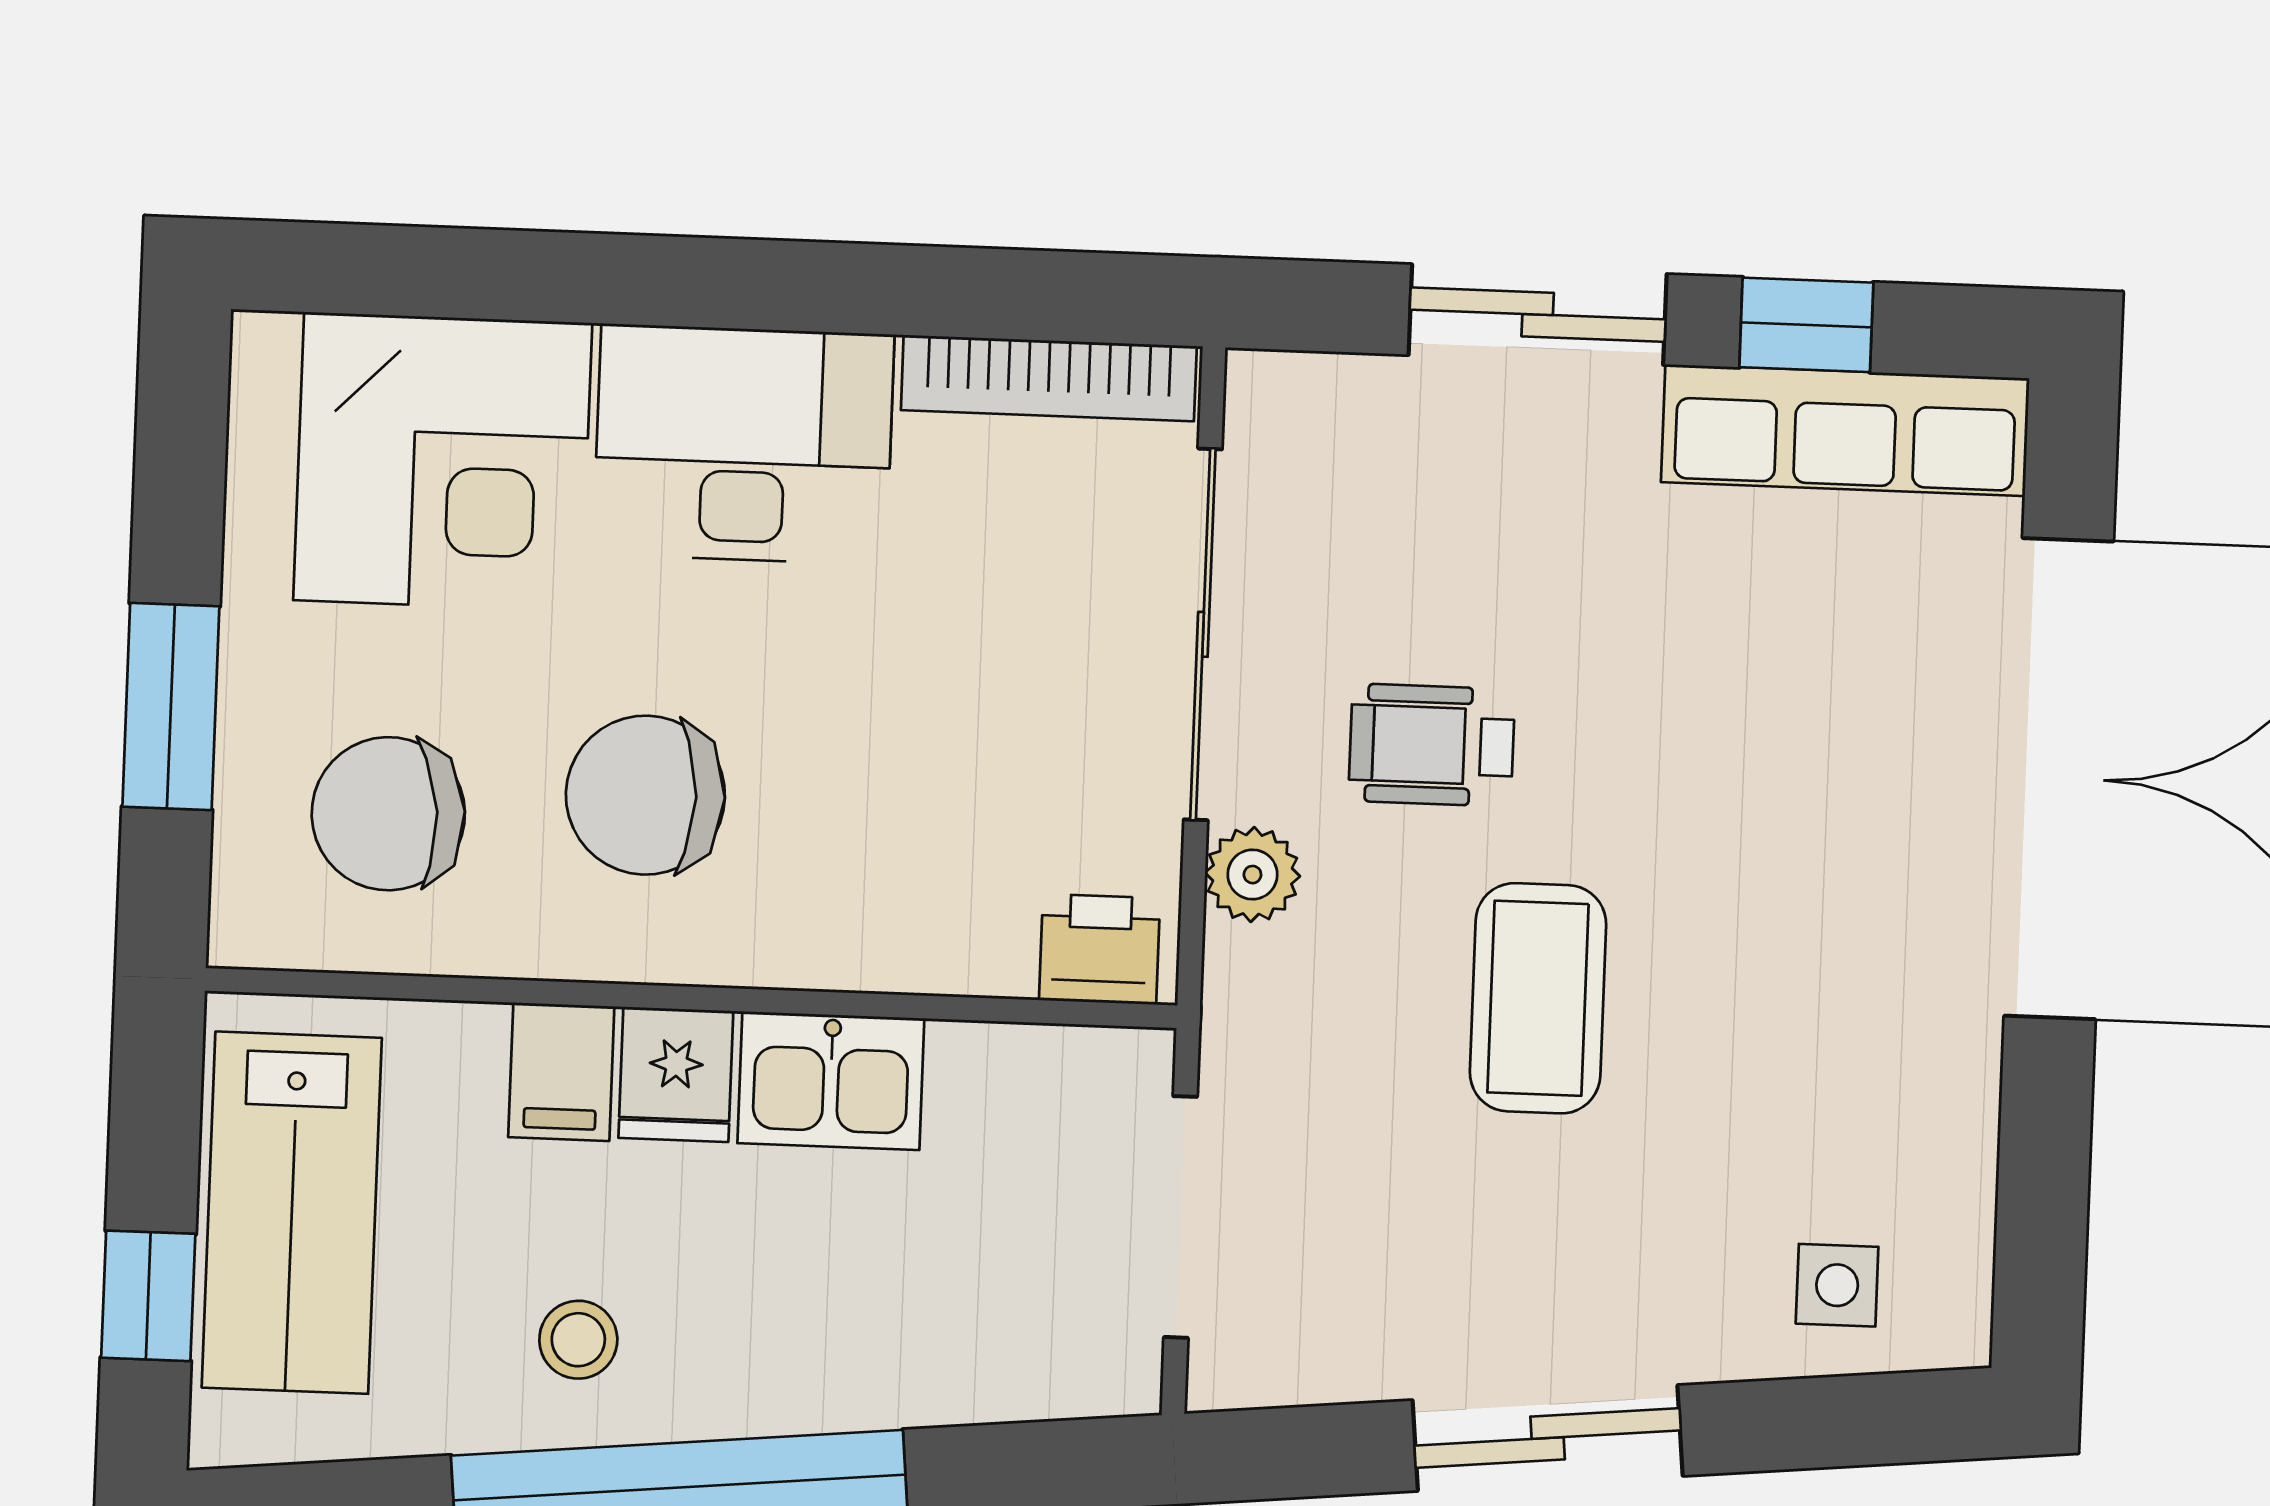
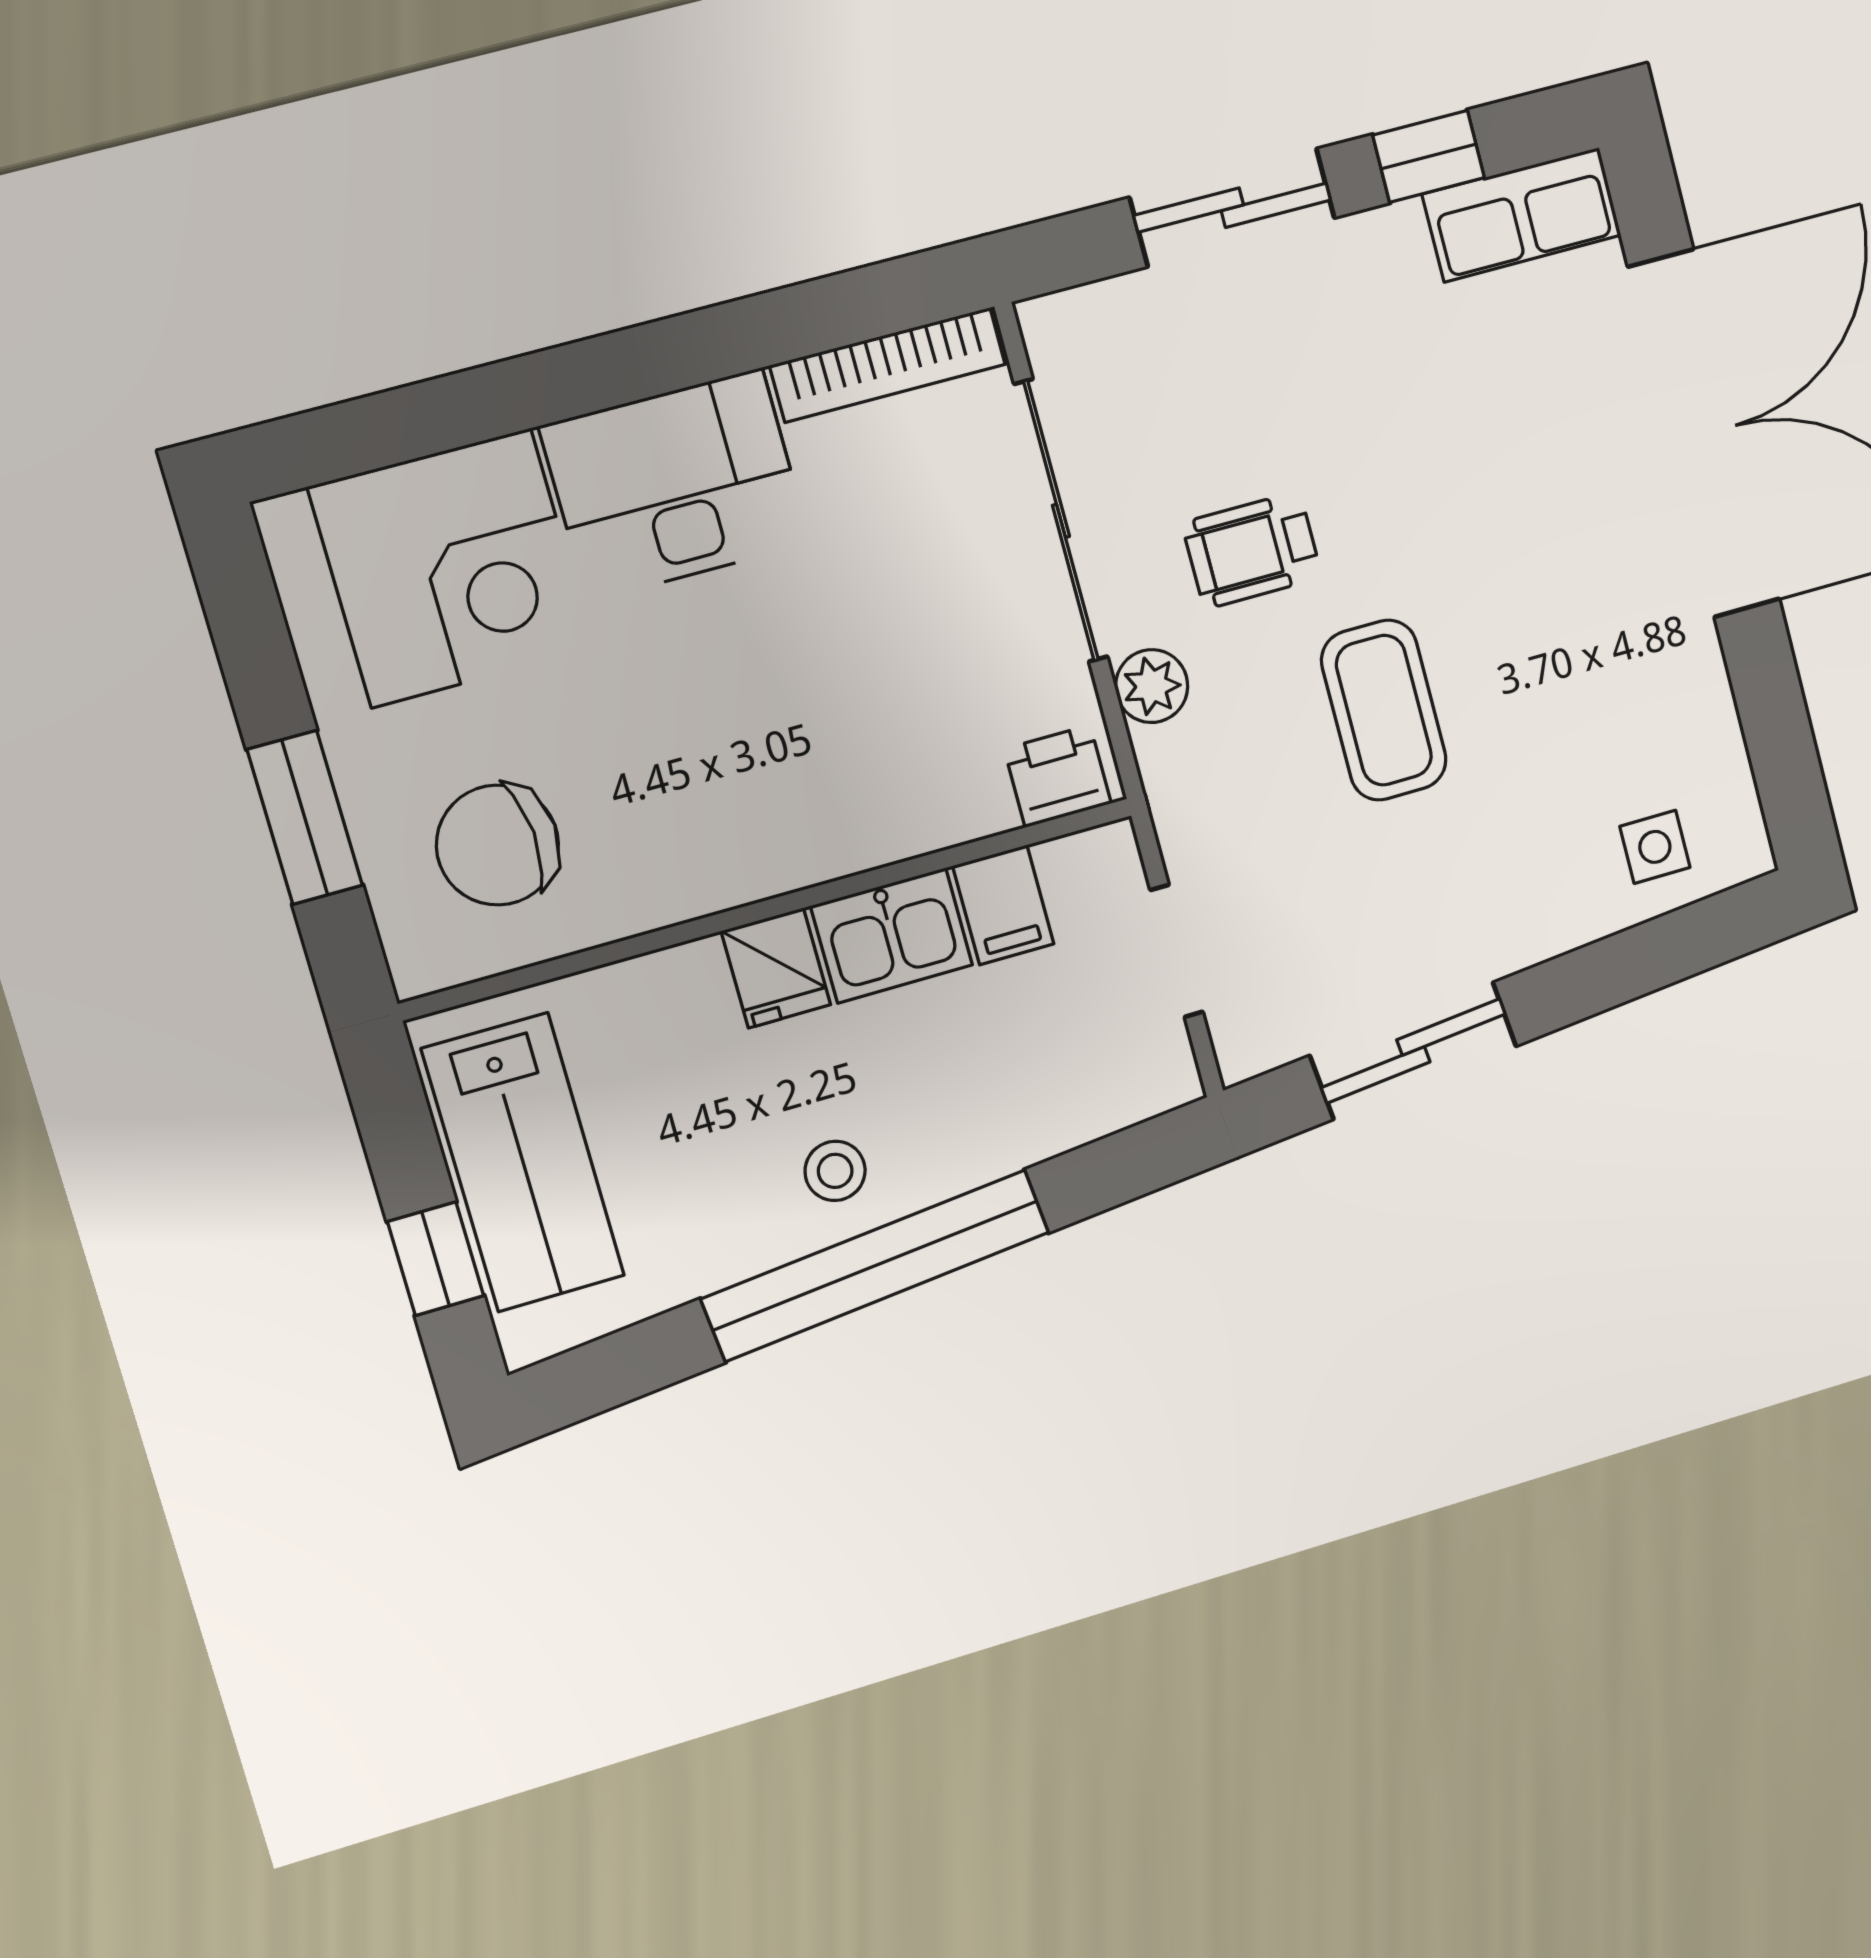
row of seats: (1845, 430) -> (1522, 215), width x0.68
chair: (645, 795) -> (686, 770), removed
filing cabinet: (561, 1072) -> (1003, 905), moved
doorway: (1181, 1217) -> (1177, 951), width x0.73
stool: (578, 1340) -> (835, 1171), moved
sliding door: (1548, 1438) -> (1413, 1051), moved

